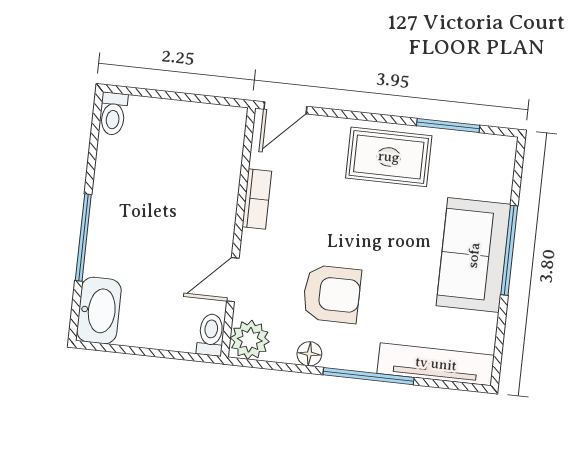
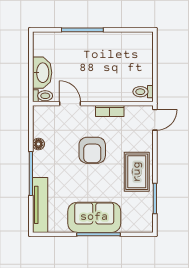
door: (285, 108) -> (155, 120), swing flipped
toilet: (113, 114) -> (143, 92), moved
armchair: (332, 294) -> (92, 150), moved
washbasin: (99, 311) -> (42, 73), moved, turned -90
plant: (250, 340) -> (42, 115), removed

